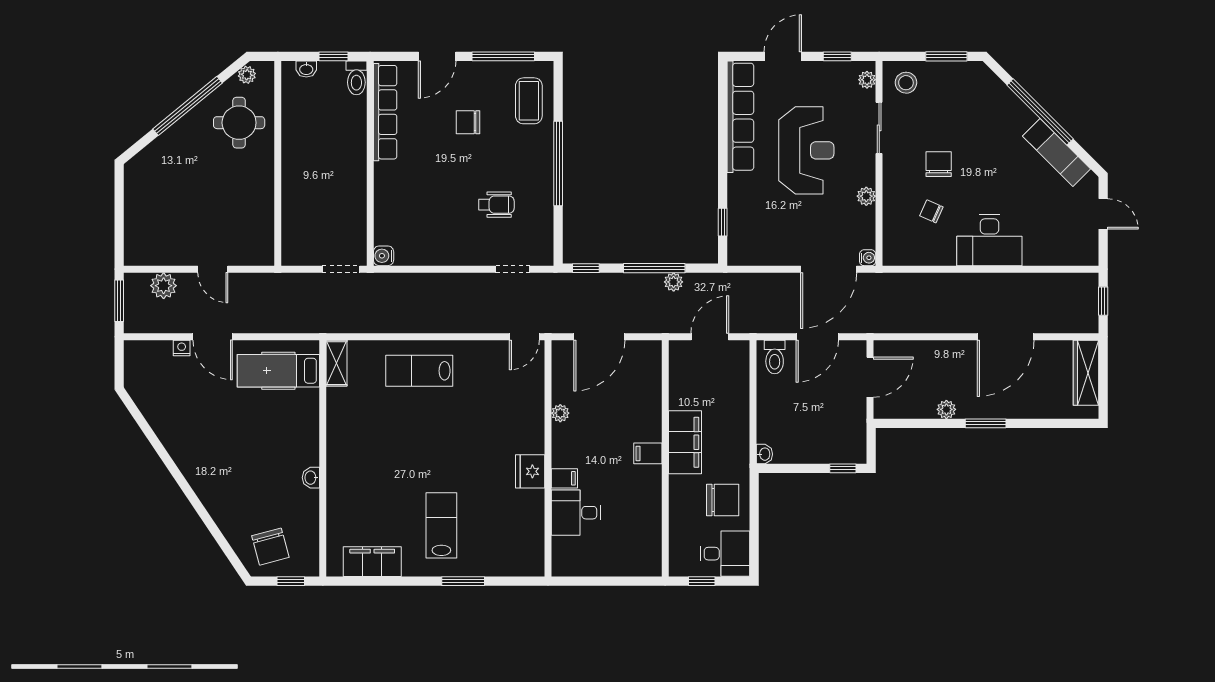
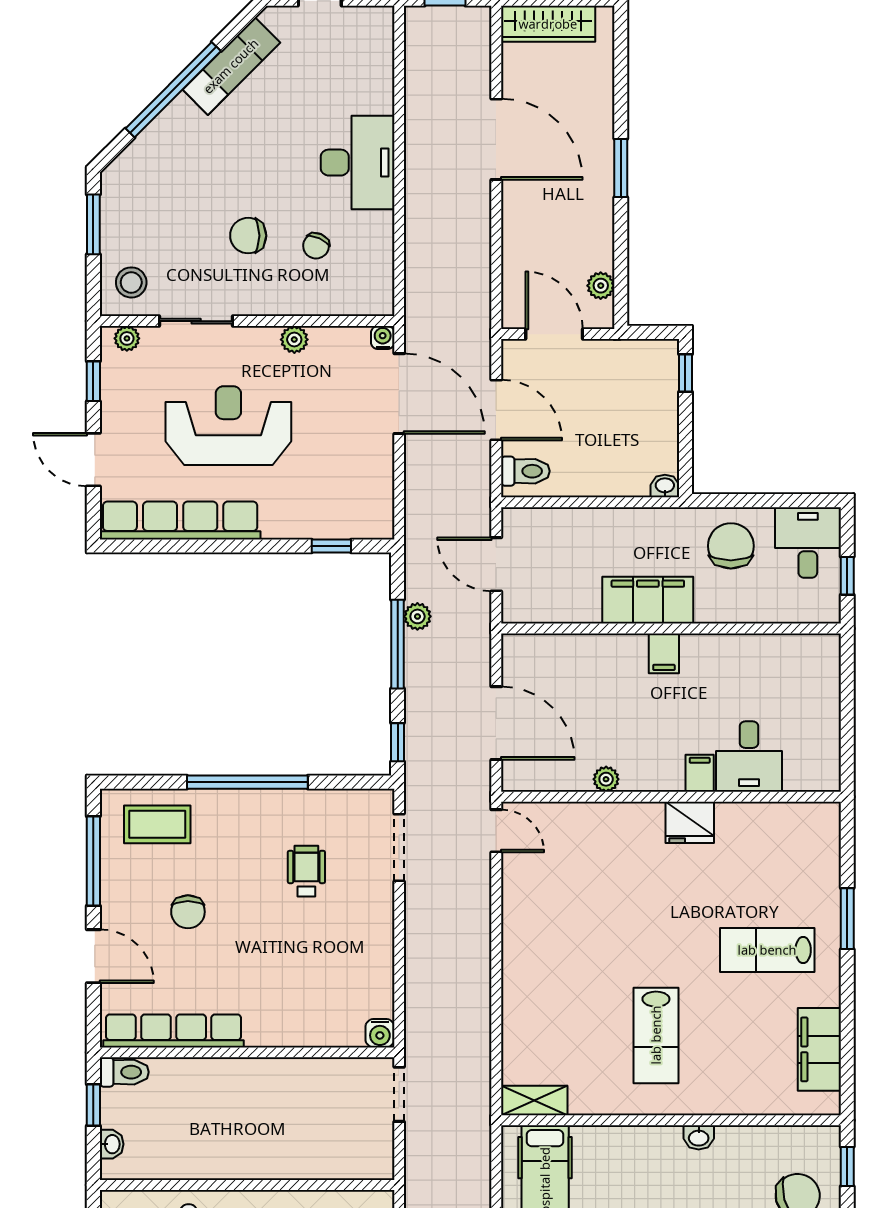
doorway: (513, 269) -> (399, 847), width x1.38
lab bench: (419, 371) -> (656, 1035), moved
plant: (946, 409) -> (601, 286), moved

